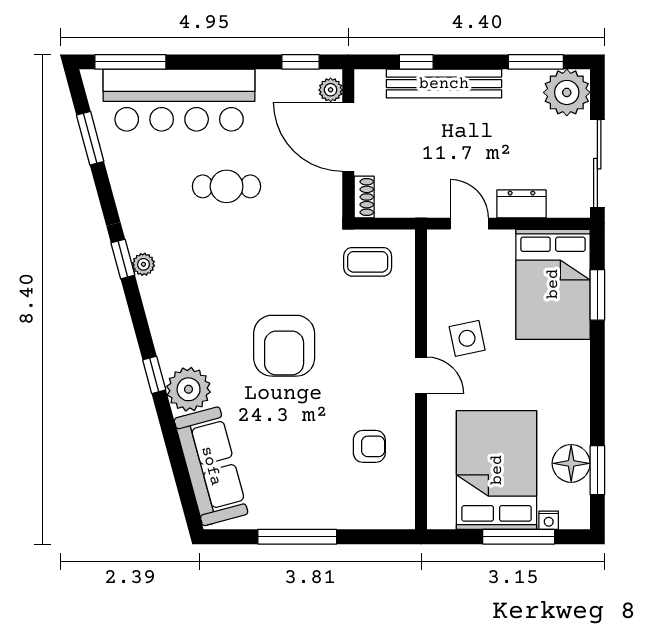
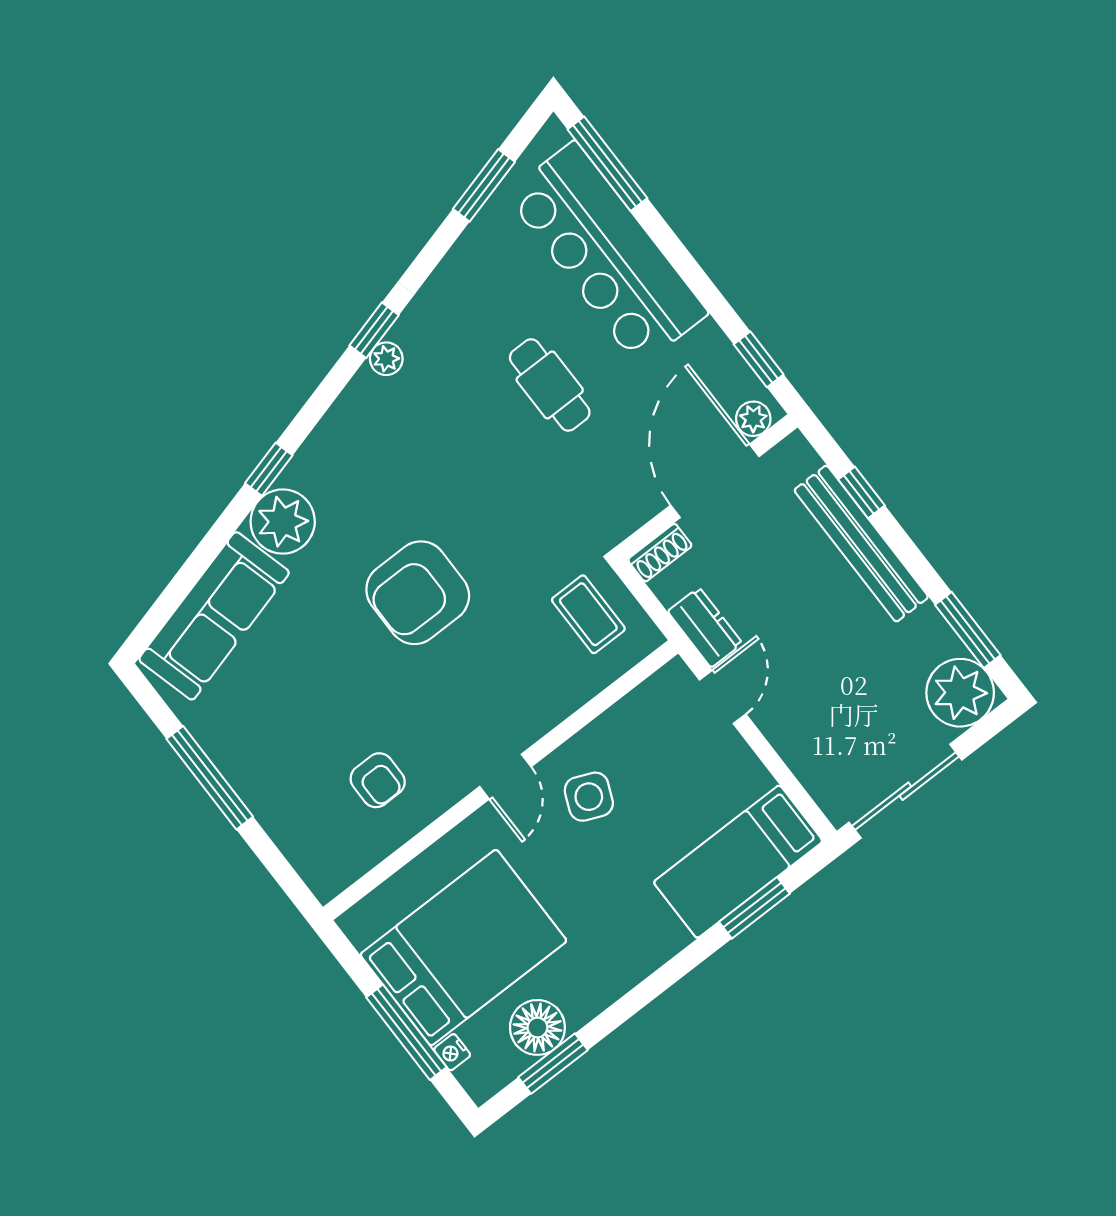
dresser: (521, 204) -> (705, 627), moved
bed: (553, 284) -> (738, 862), width x0.67
side table: (467, 338) -> (589, 797), turned 35

